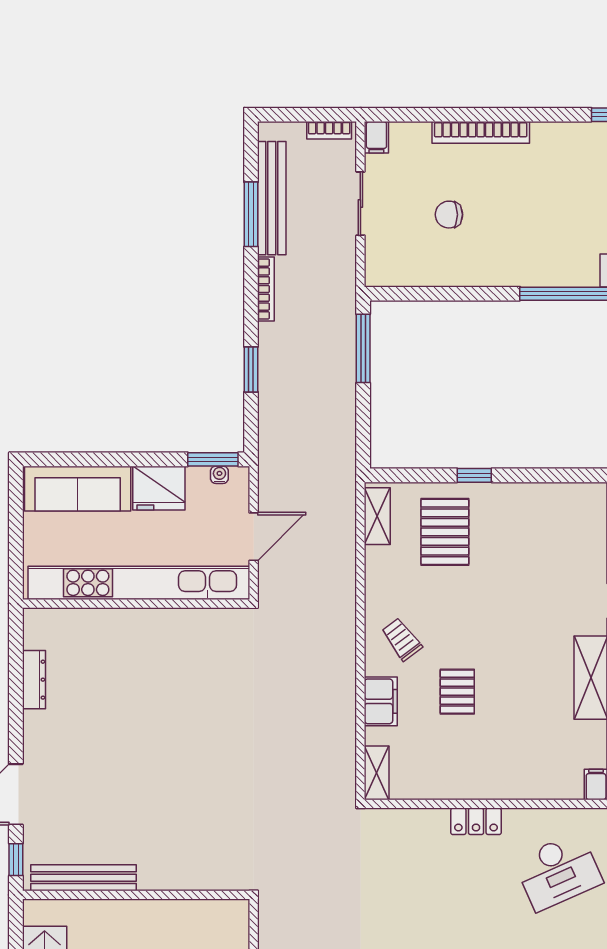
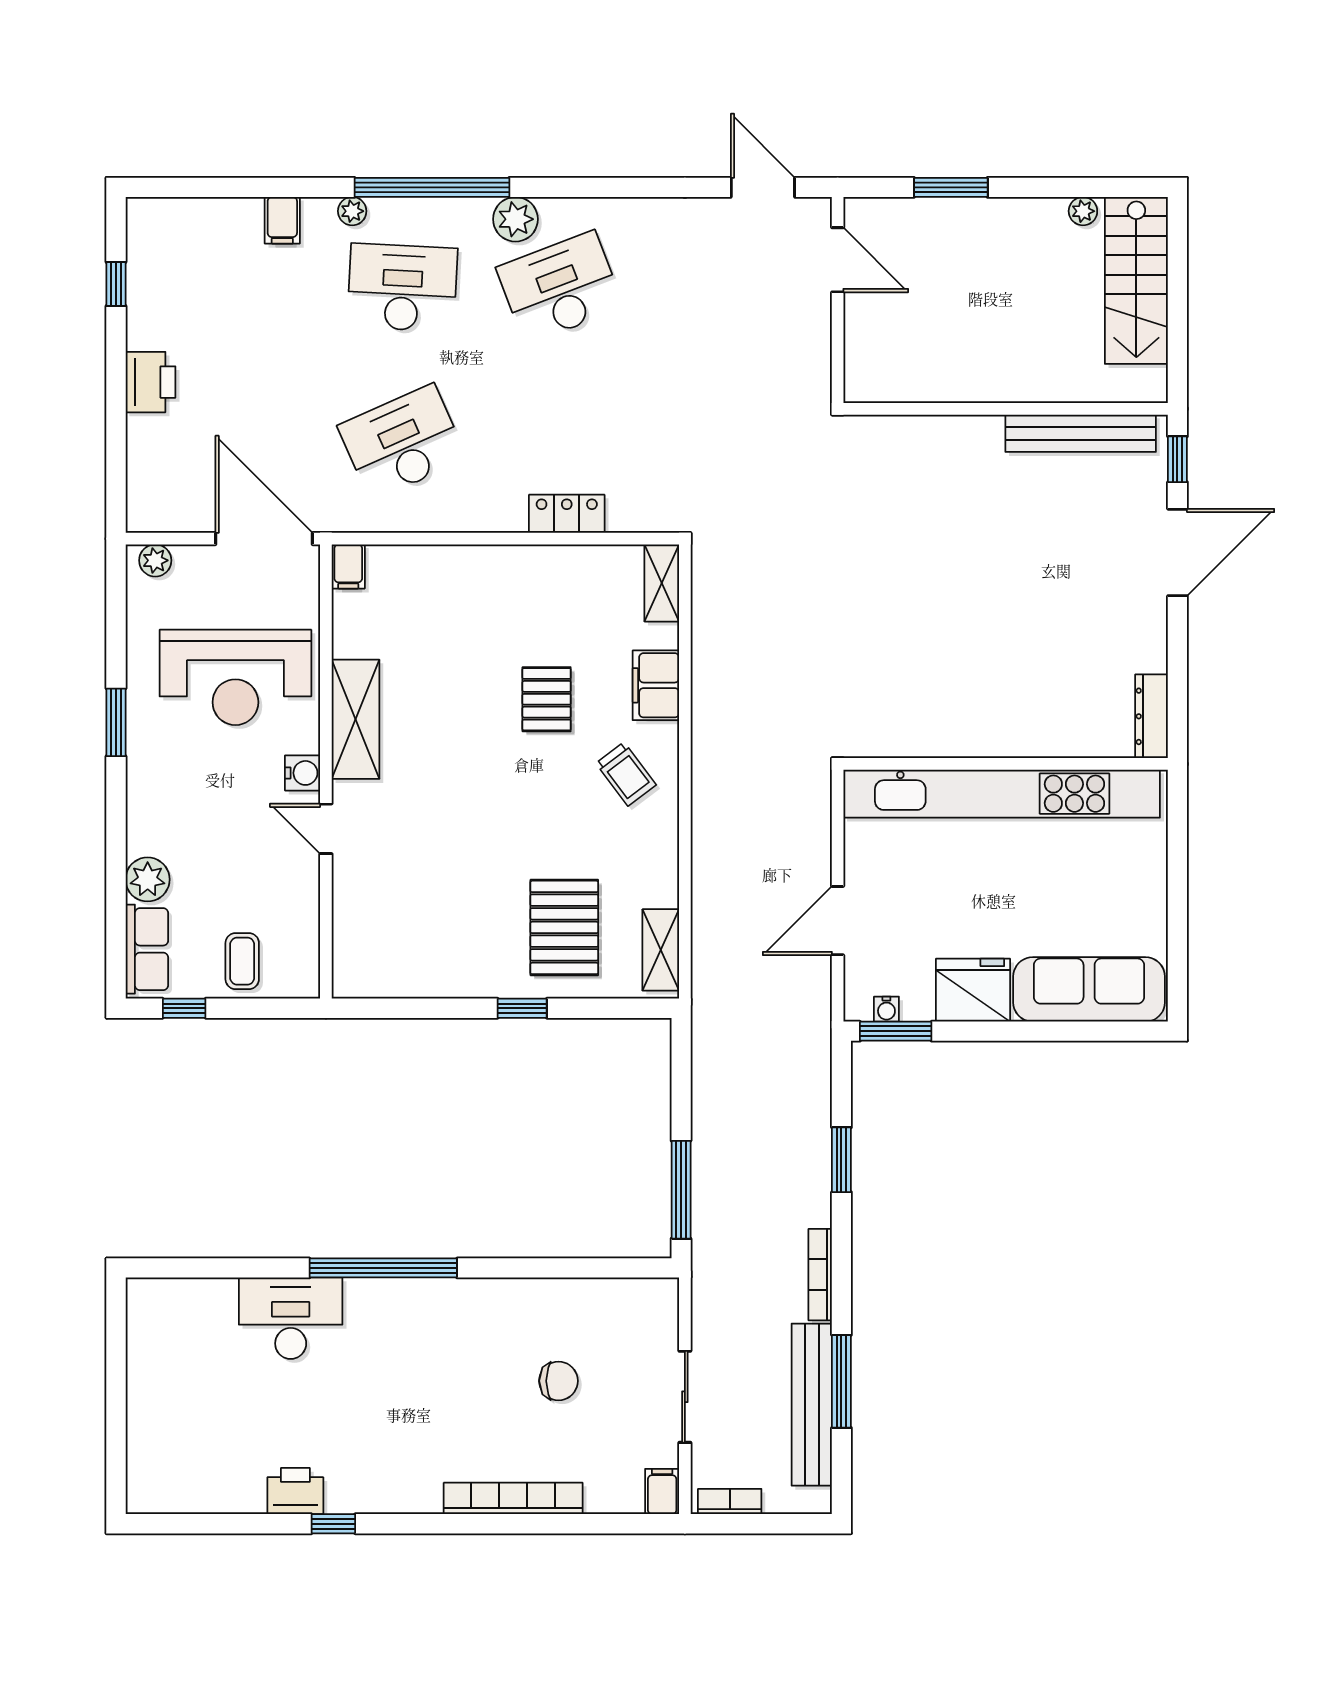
kitchen unit: (139, 583) -> (1002, 794), moved
wall: (136, 604) -> (1006, 764), moved
locker: (476, 821) -> (567, 514), moved

